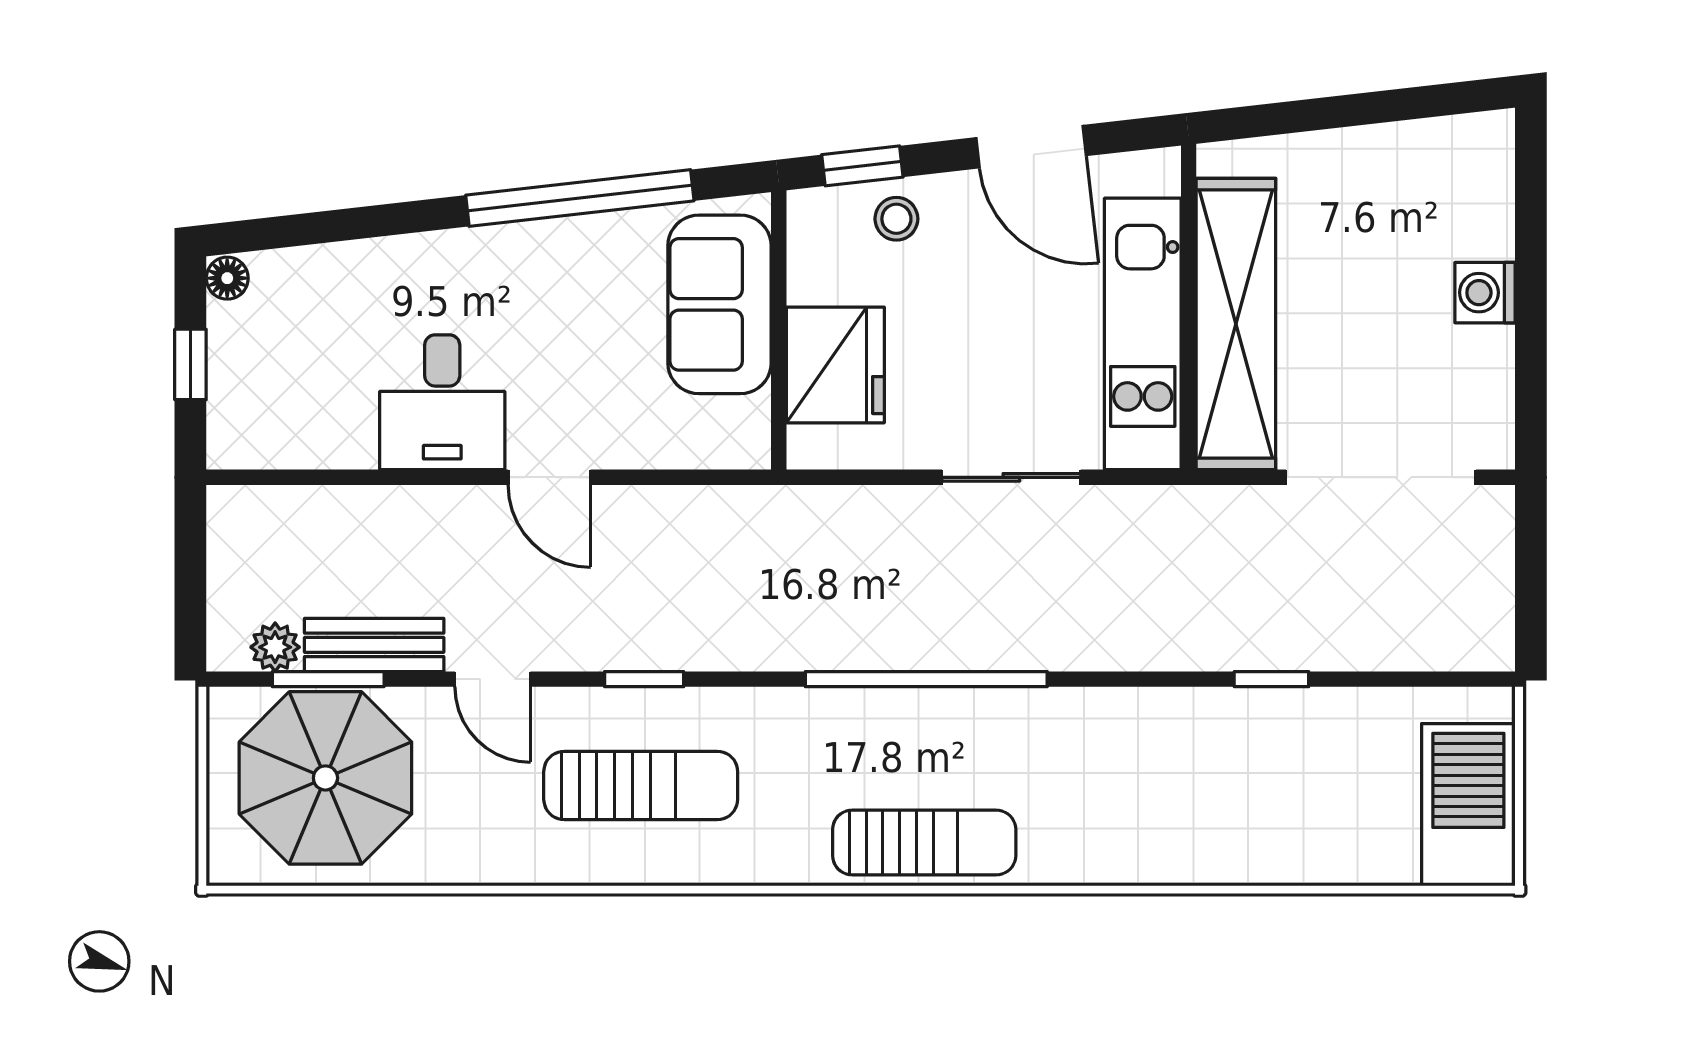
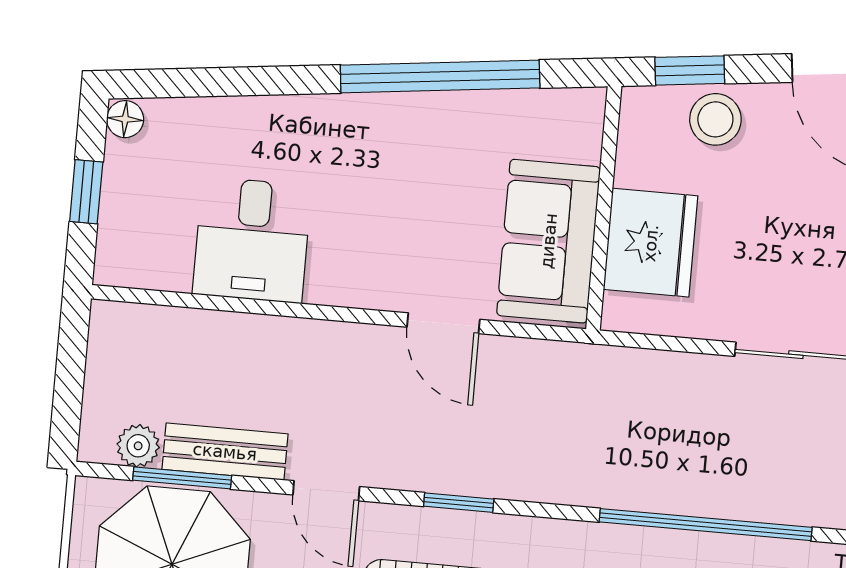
stool: (896, 219) -> (715, 119), width x1.37, depth x1.37
sofa: (720, 304) -> (549, 241), moved
desk: (442, 402) -> (252, 240), moved
door: (549, 477) -> (443, 323), moved

